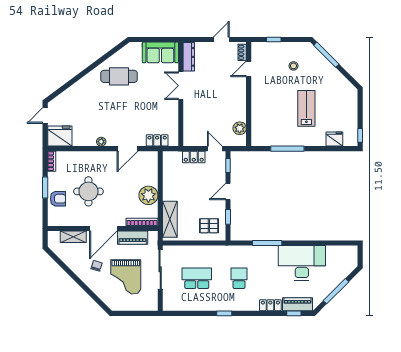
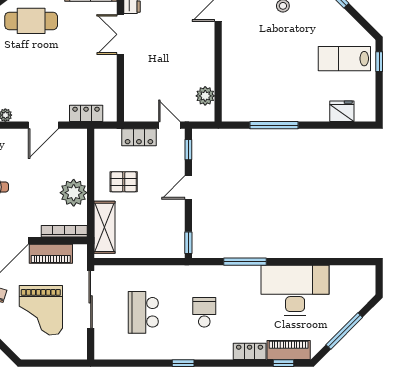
lab bench: (306, 108) -> (344, 59), moved, turned -90
window: (360, 135) -> (379, 62), moved
window: (228, 217) -> (188, 243), moved
pallet: (209, 226) -> (124, 182), moved
school desk: (197, 278) -> (143, 312), turned -90

